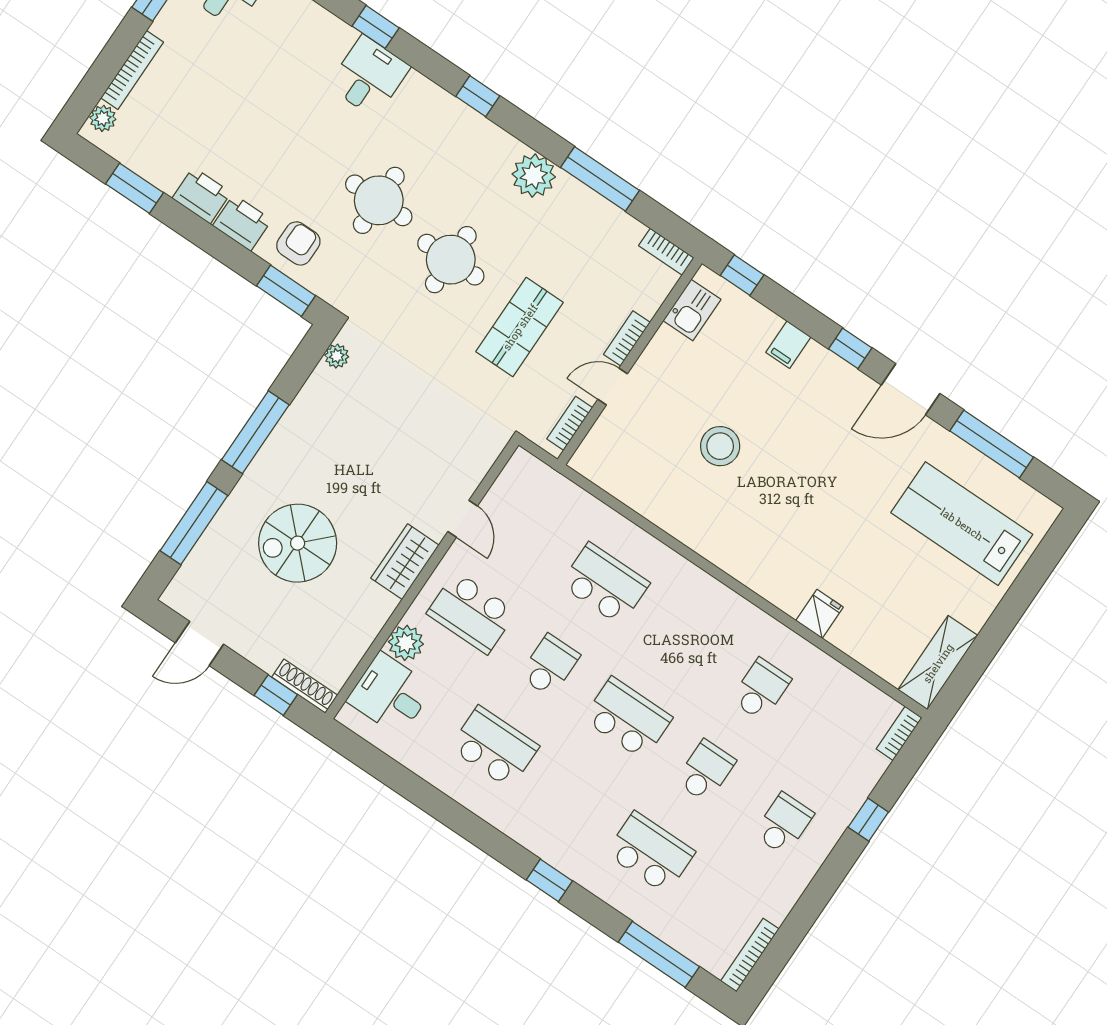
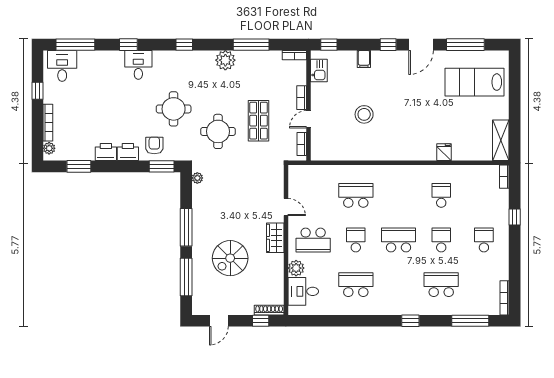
round table: (451, 260) -> (218, 131), moved

